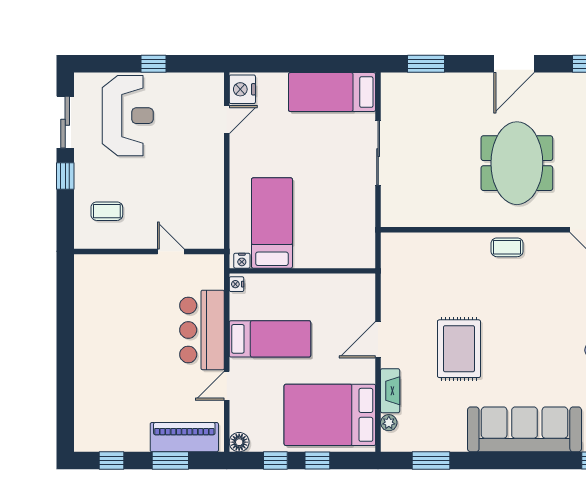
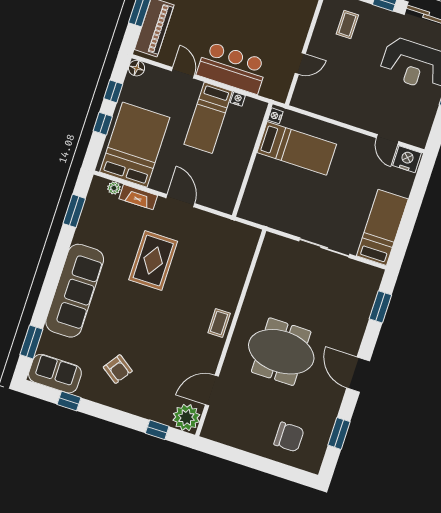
nightstand: (237, 284) -> (238, 99), moved
rug: (459, 349) -> (153, 261), turned 90

